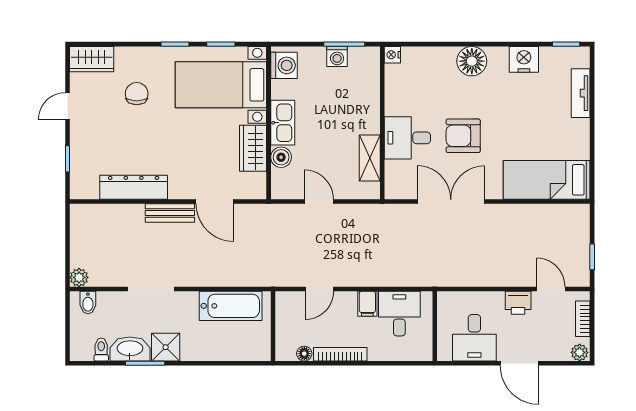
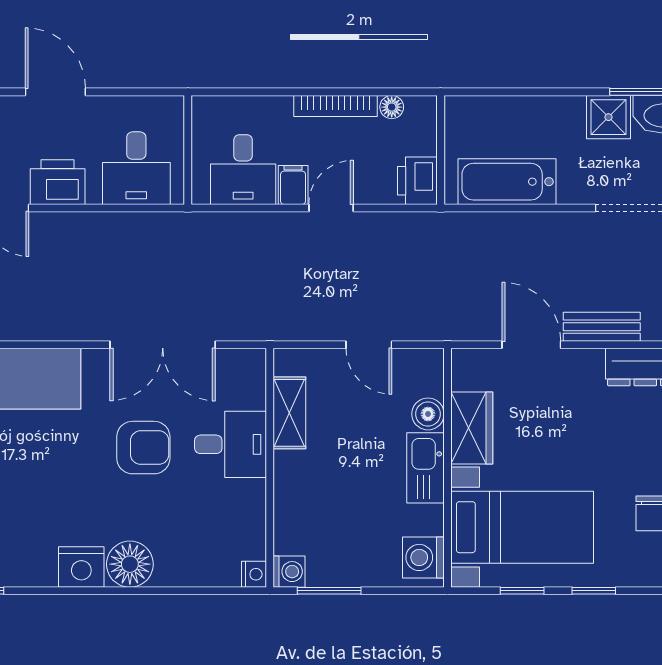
washing machine: (337, 56) -> (289, 572), moved, turned 90
nightstand: (524, 59) -> (81, 567), moved
door: (319, 289) -> (331, 208), moved
printer: (518, 303) -> (58, 182), width x1.36, depth x1.24
printer: (288, 306) -> (417, 181), added
desk: (474, 338) -> (136, 168), moved, turned 180

